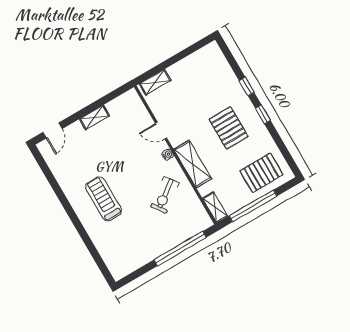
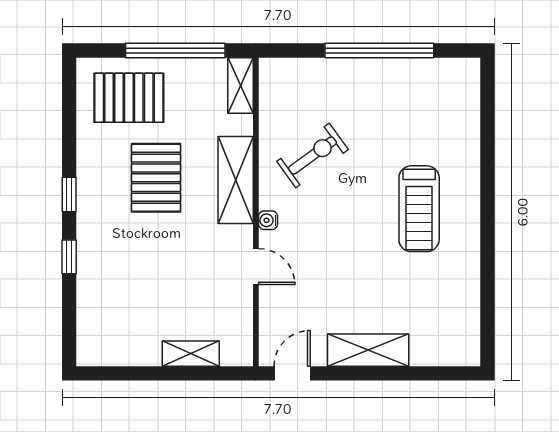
shelving: (155, 82) -> (191, 354), moved
shelving: (94, 117) -> (368, 350), width x1.50, depth x1.33
pallet: (229, 128) -> (156, 178), moved
door: (53, 130) -> (292, 373), moved
window: (180, 249) -> (379, 50), moved

